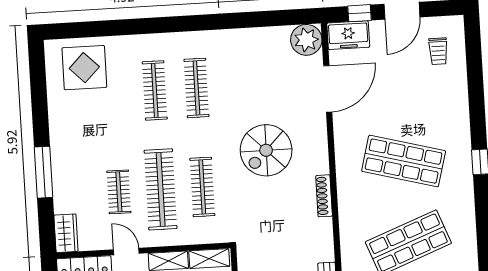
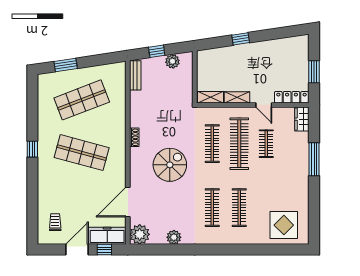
freezer: (348, 35) -> (107, 236), width x1.40
plant: (253, 39) -> (174, 237), added
shoe rack: (324, 196) -> (134, 137), width x0.70

